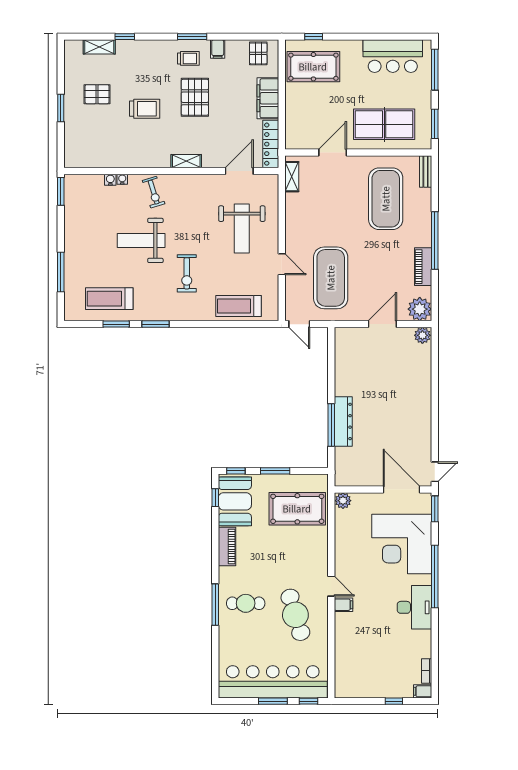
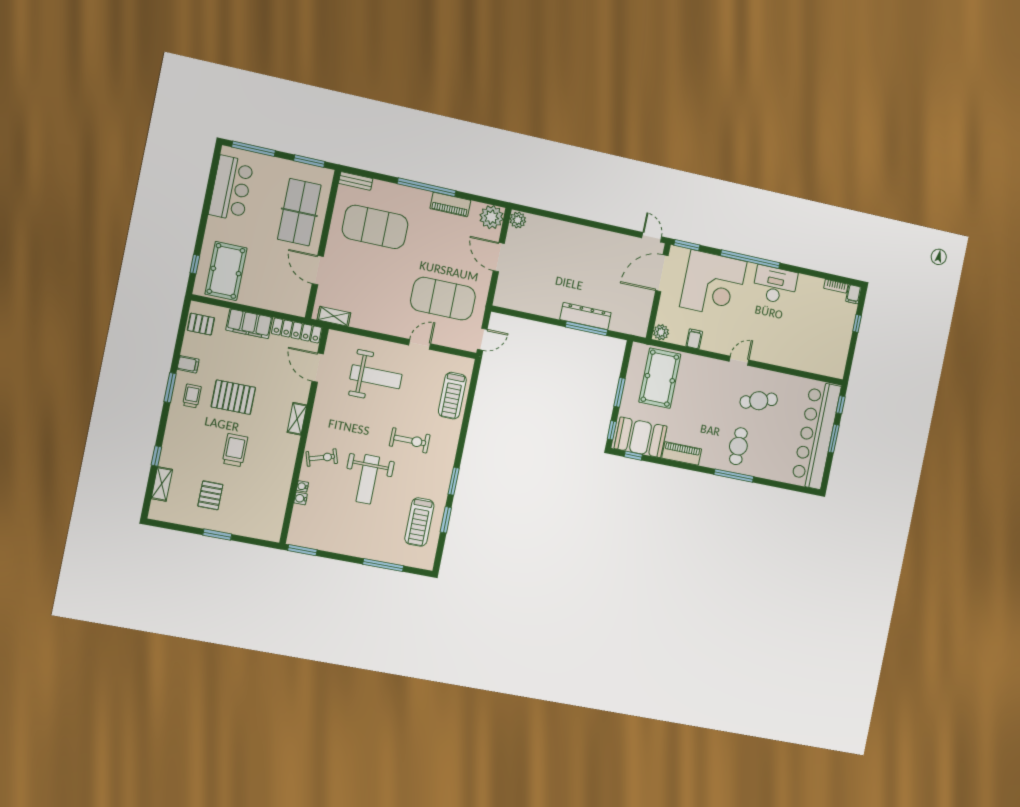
filing cabinet: (343, 605) -> (694, 339), moved
cafe table: (295, 615) -> (759, 401), width x0.73, depth x0.74

